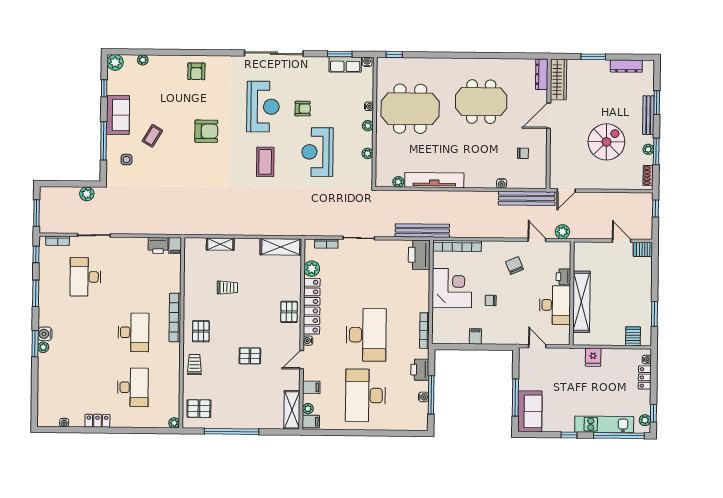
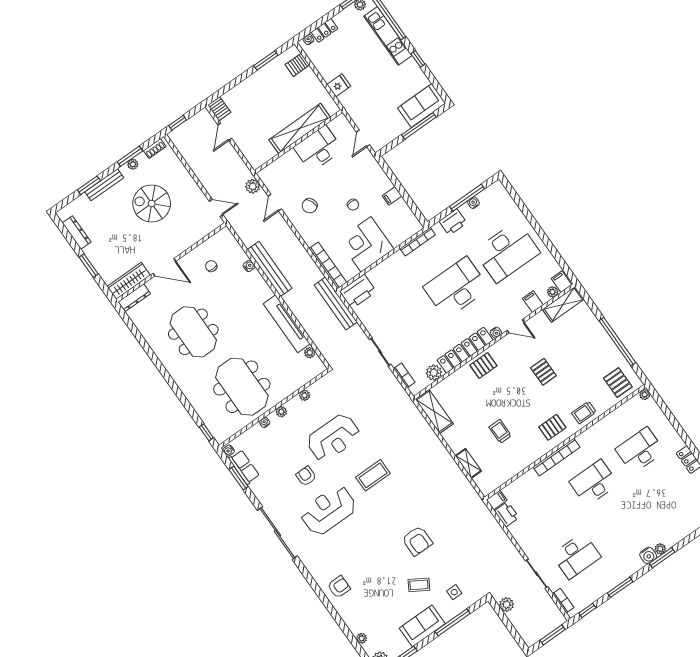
armchair: (206, 131) -> (417, 541), moved, turned 180
bench: (527, 198) -> (270, 269), moved
printer: (563, 277) -> (290, 158), removed

